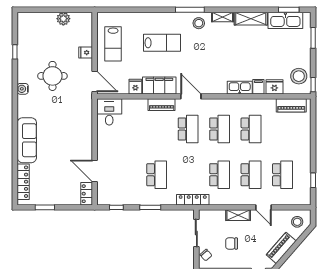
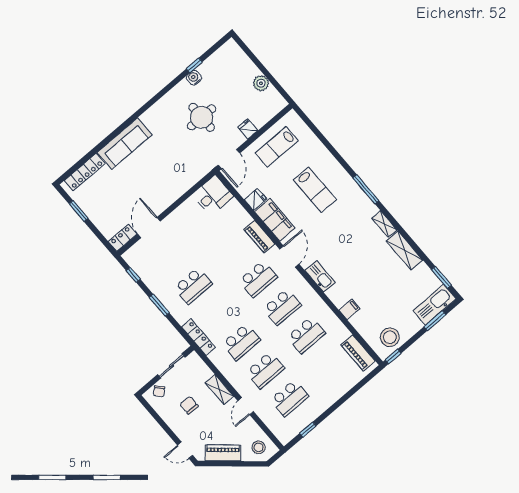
kitchen sink: (285, 20) -> (435, 305), moved, turned 90
stool: (199, 23) -> (361, 207), removed
fridge: (274, 87) -> (362, 324), removed
kitchen sink: (240, 88) -> (320, 276), moved
water cooler: (23, 89) -> (194, 78), moved

